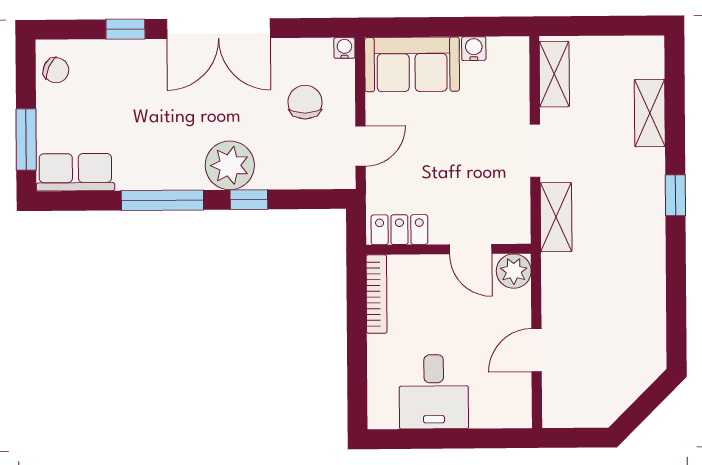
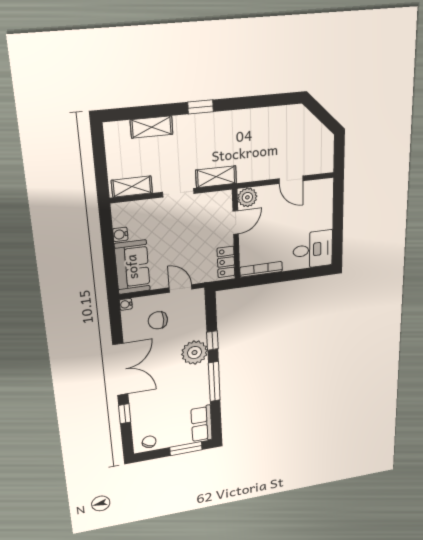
desk: (434, 392) -> (313, 250), moved

